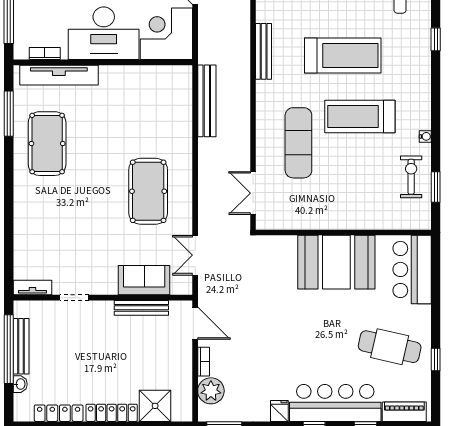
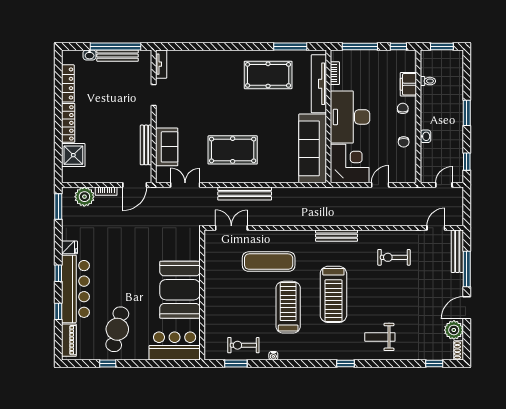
sofa: (146, 84) -> (313, 148), added
bench: (207, 101) -> (245, 194), moved
exercise bike: (411, 177) -> (243, 345), turned 180

